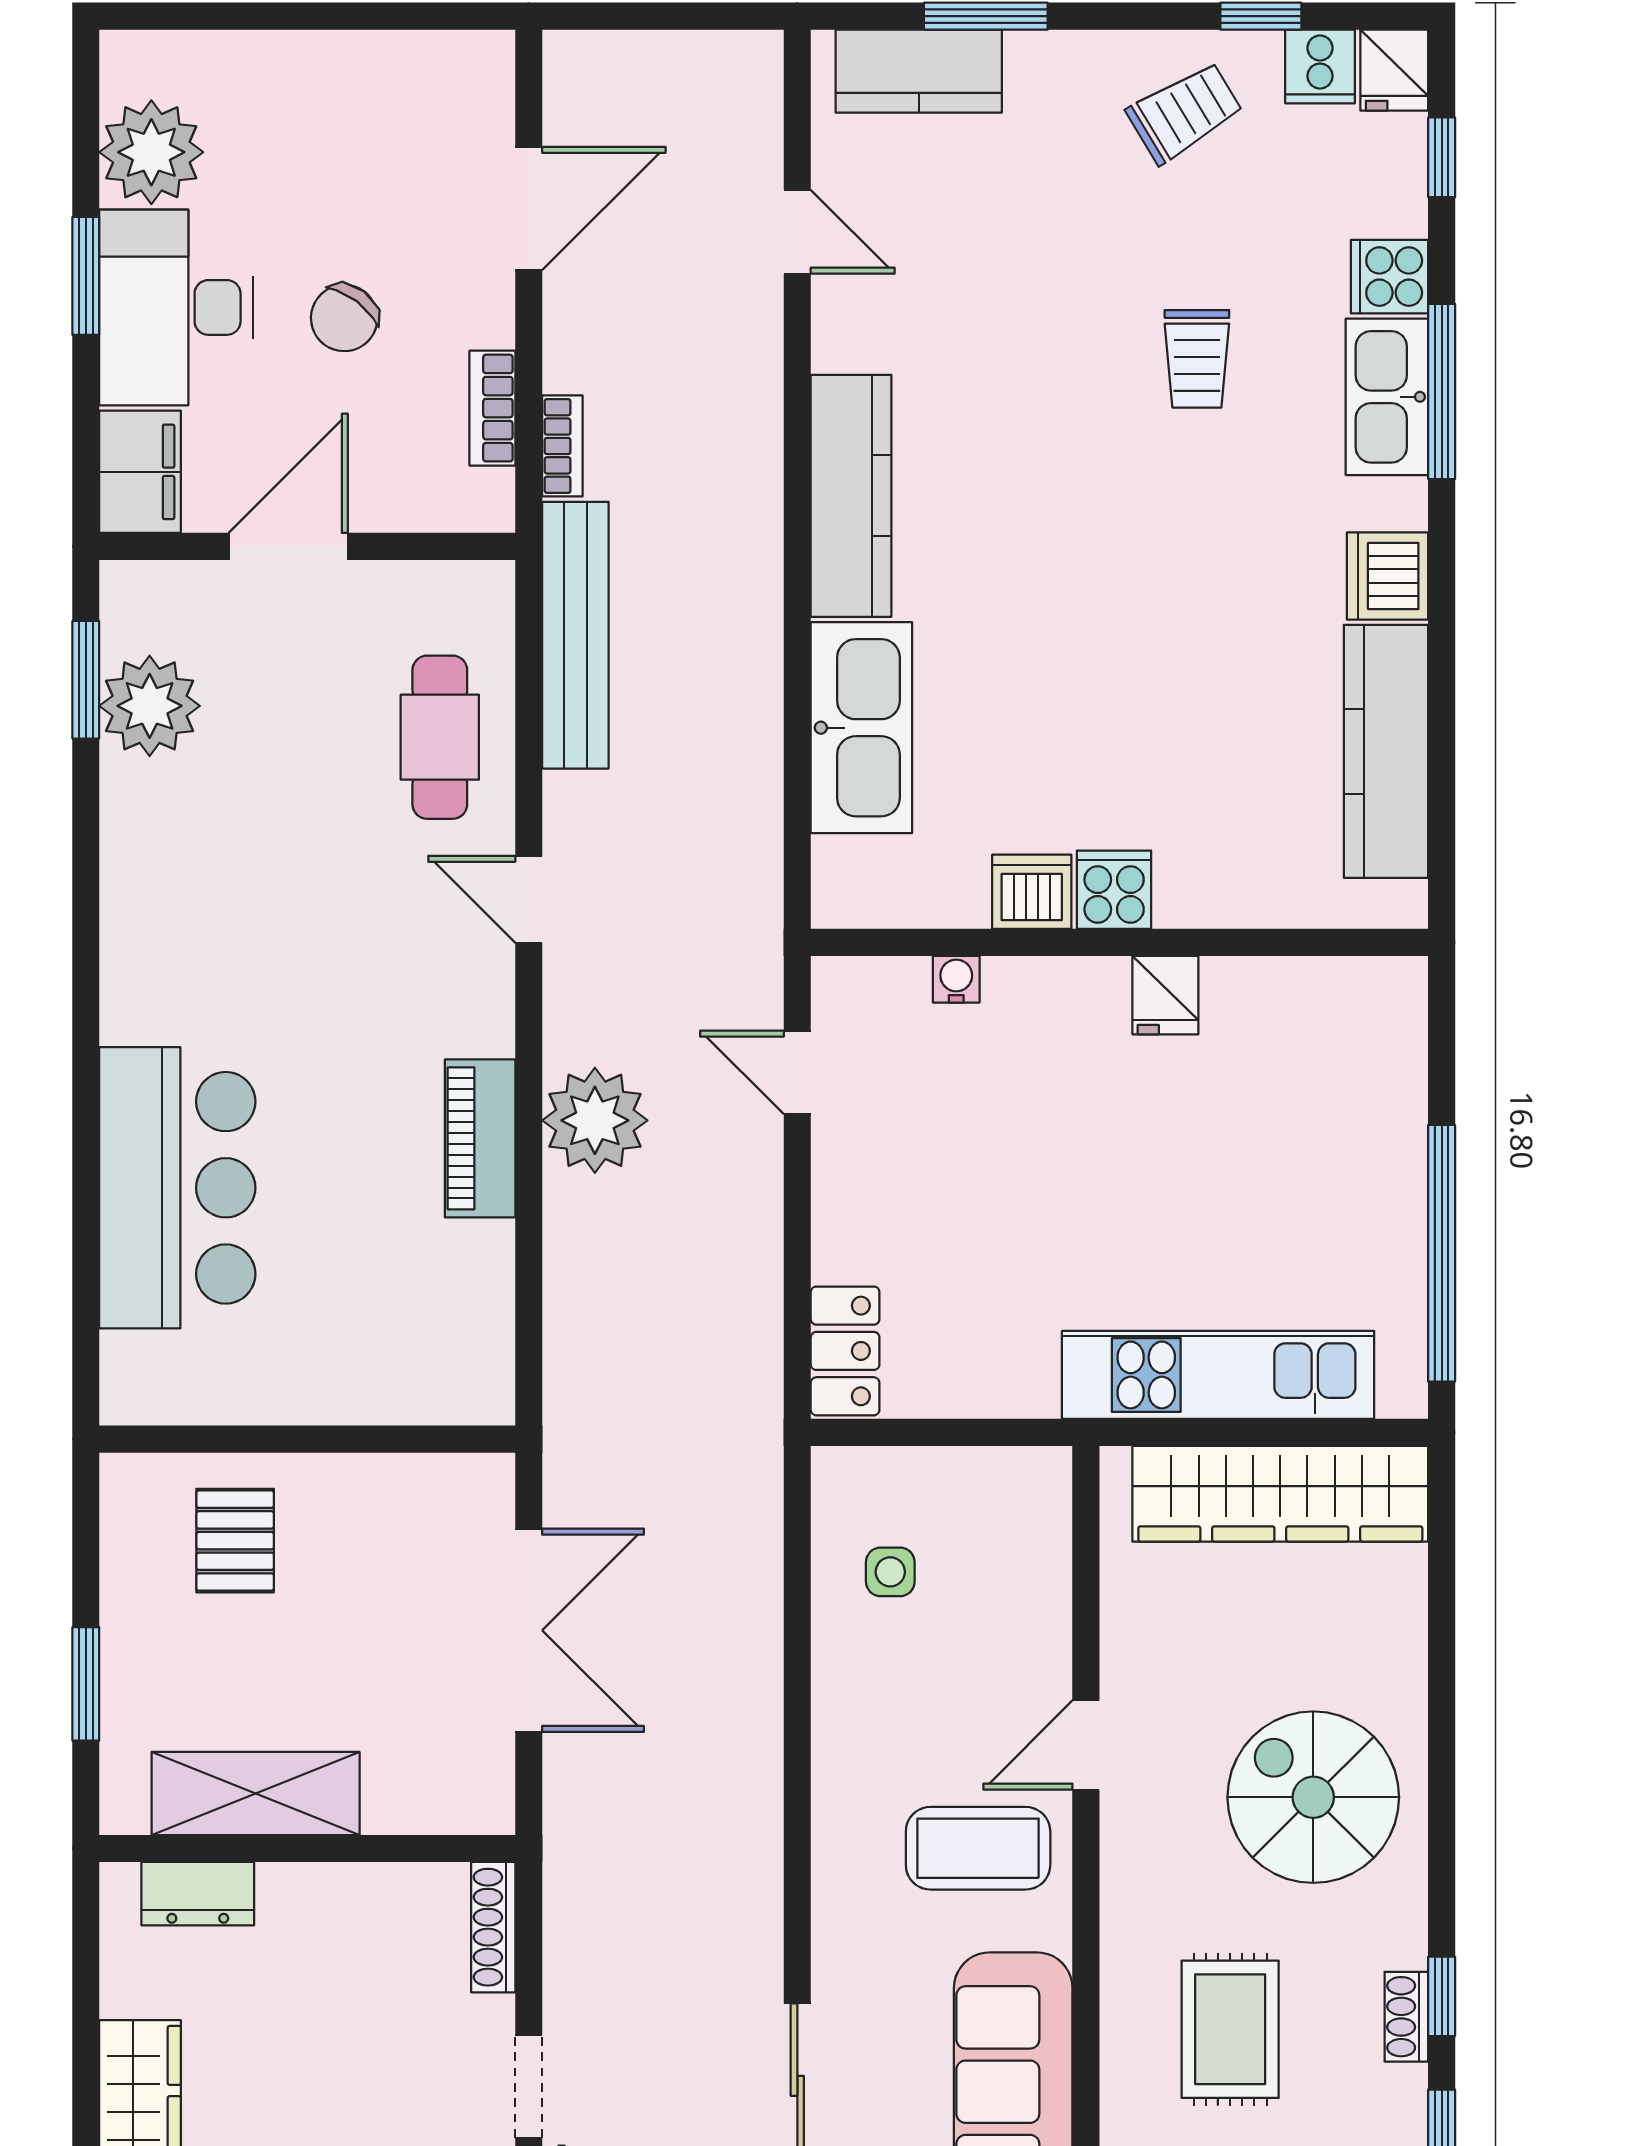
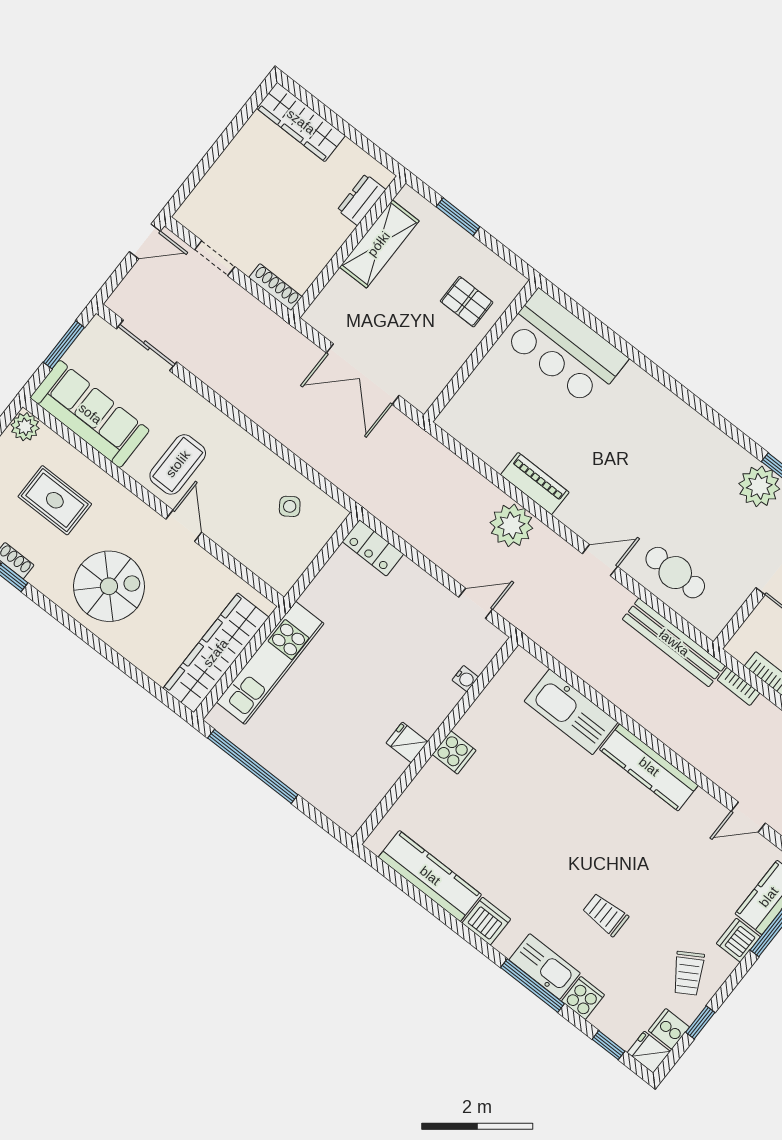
dishwasher: (1032, 892) -> (738, 940), moved, turned 180
bar counter: (177, 1188) -> (564, 348), moved
side table: (890, 1572) -> (290, 506), turned -35

